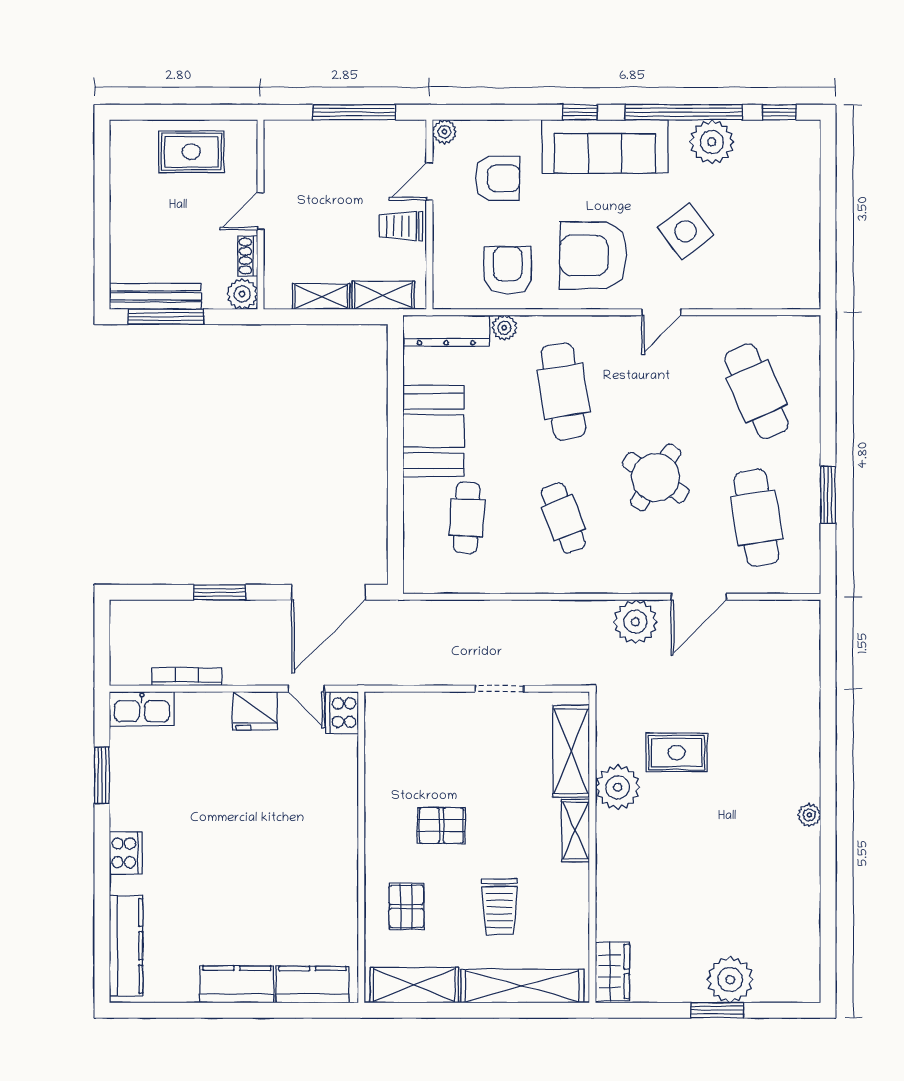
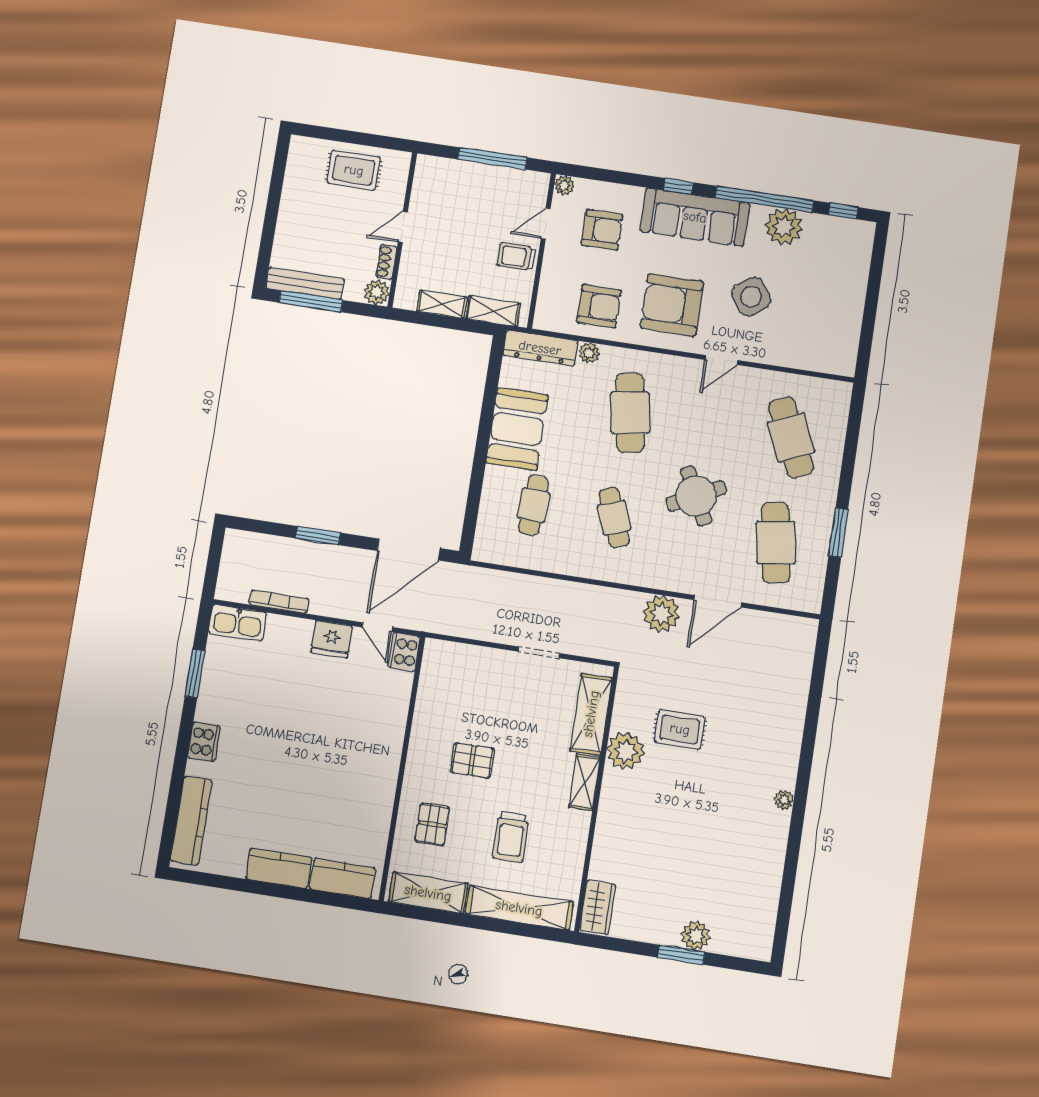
armchair: (508, 270) -> (599, 306), turned 90
round table: (656, 477) -> (696, 496), turned 30
plant: (730, 980) -> (696, 935), width x0.73, depth x0.73

